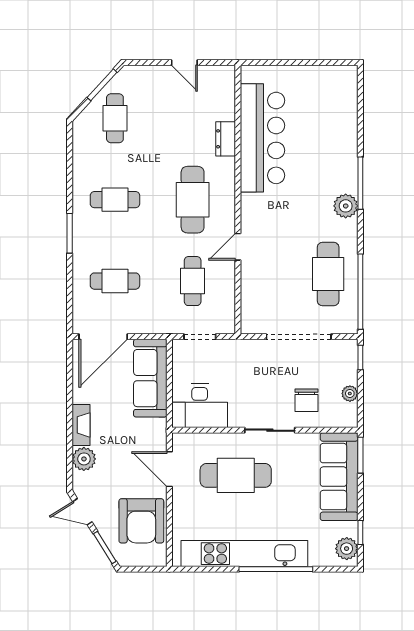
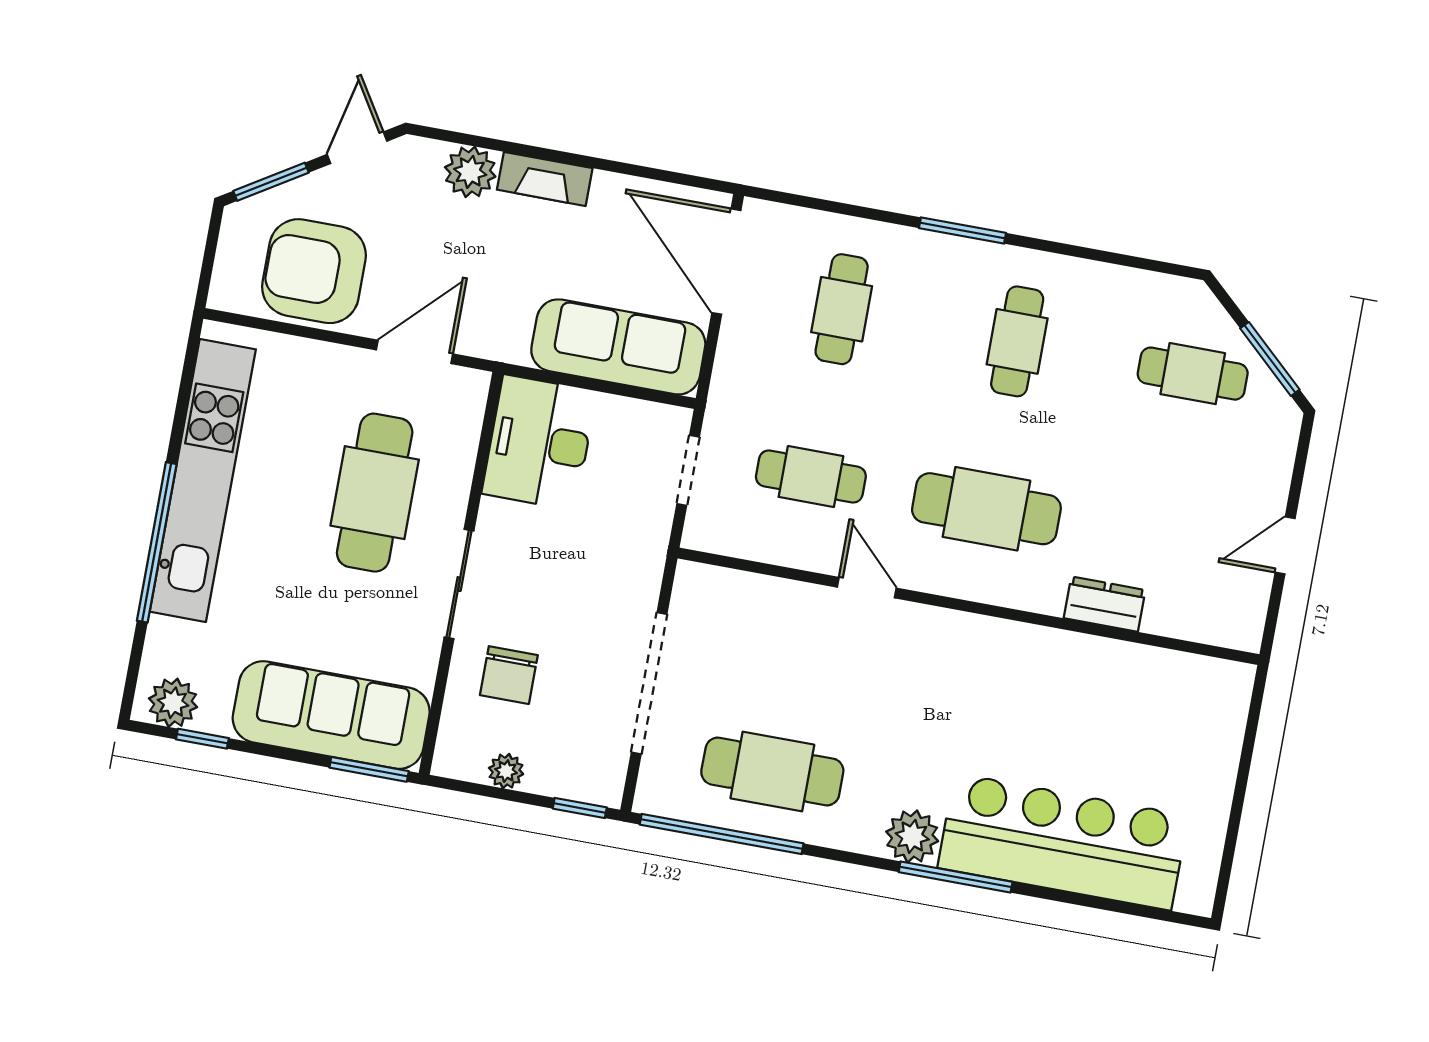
bar counter: (262, 138) -> (1063, 842), moved, turned 180
chair: (307, 400) -> (509, 675), turned -90

